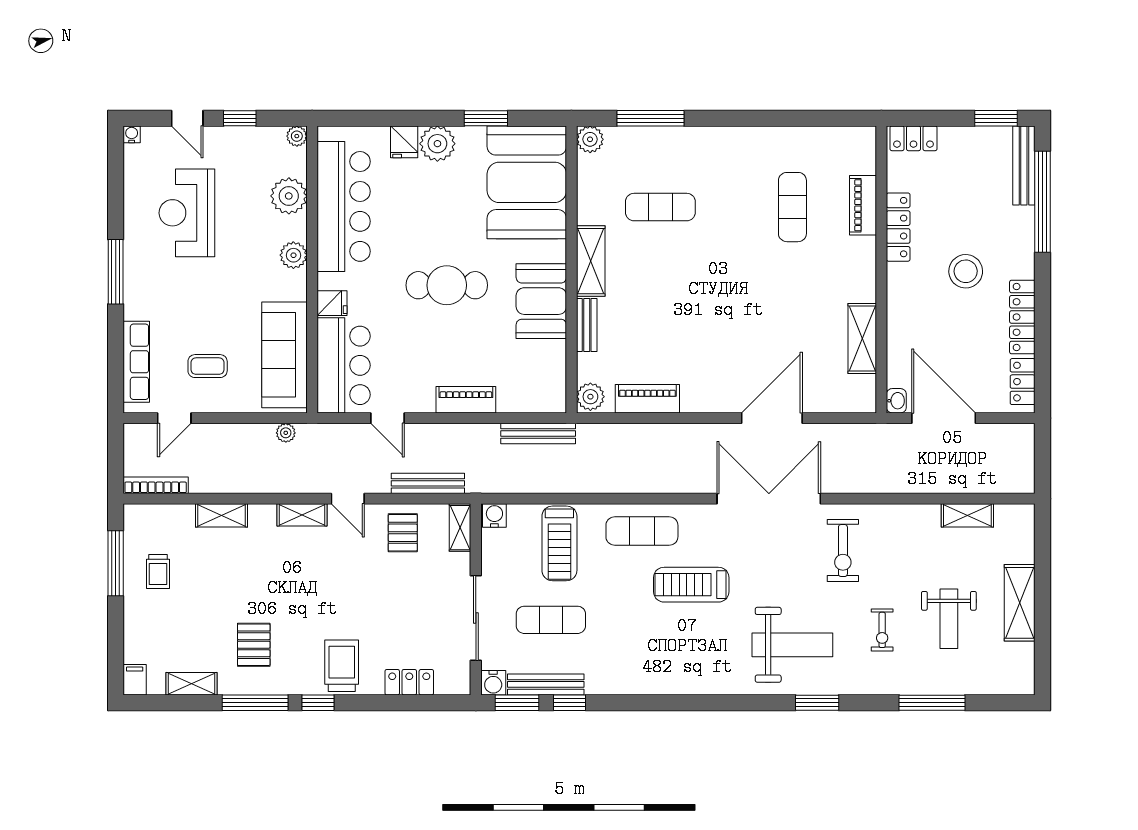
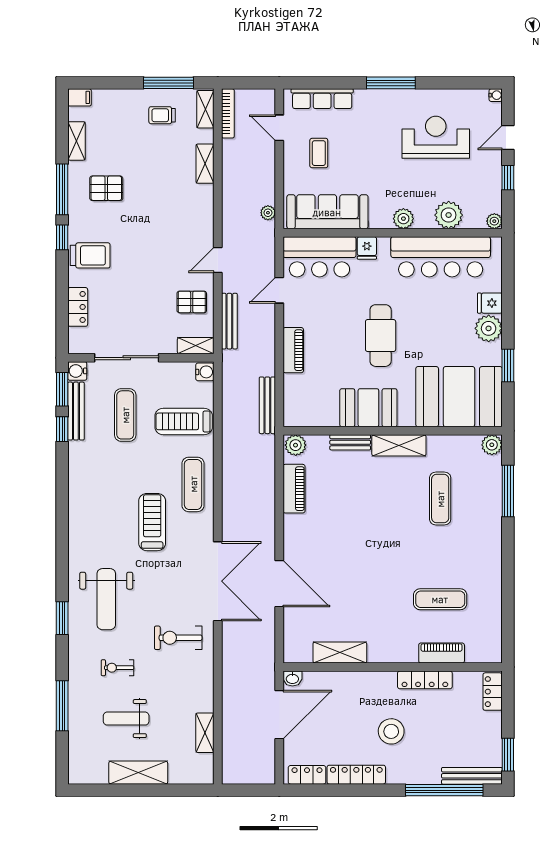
shelving: (302, 515) -> (205, 109), moved

